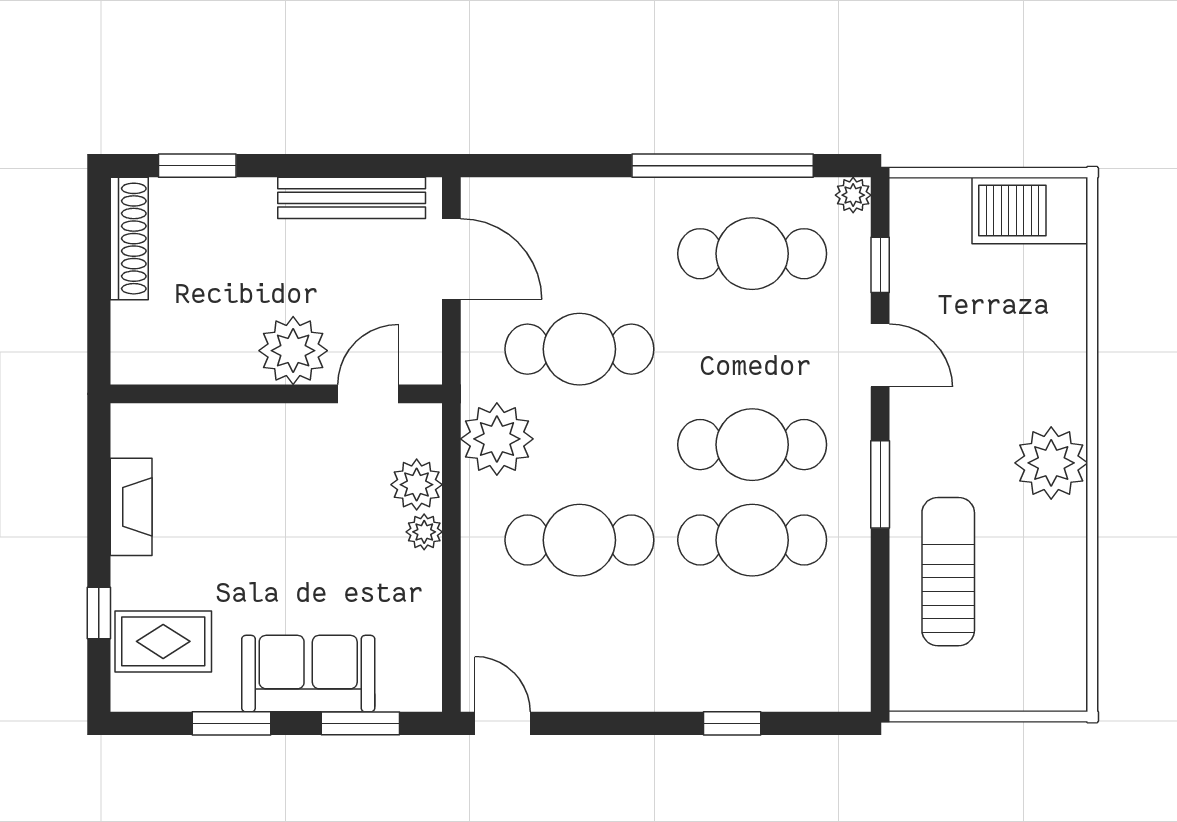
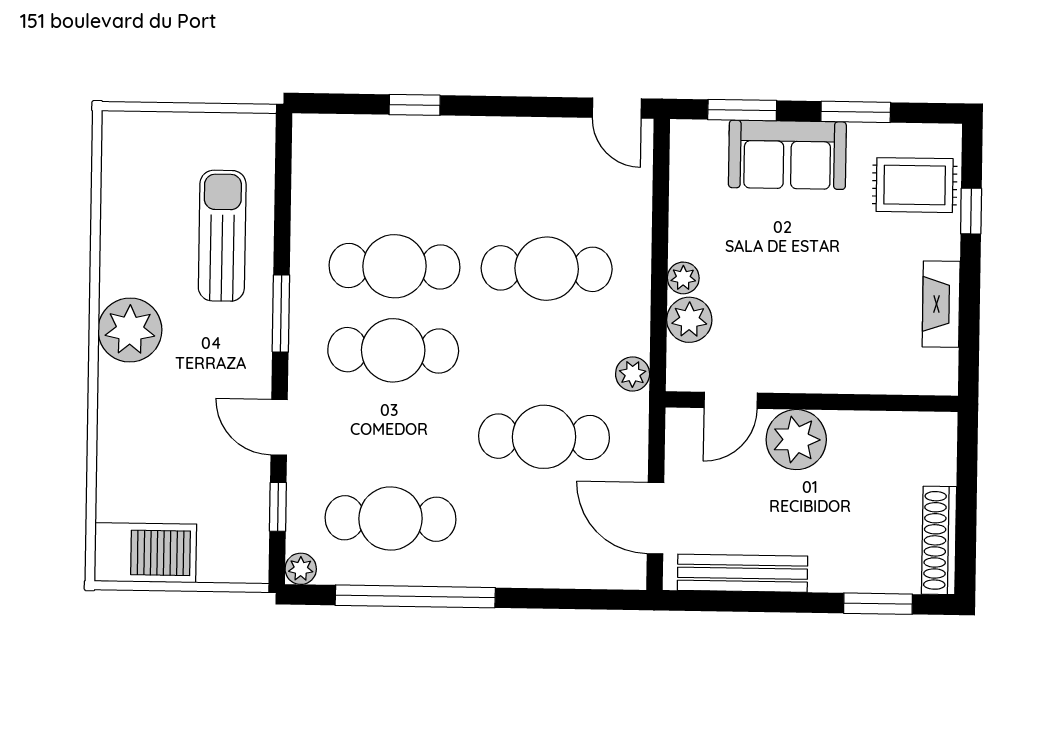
plant: (497, 439) -> (633, 374), width x0.53, depth x0.53
sun lounger: (948, 572) -> (222, 236), turned 180

